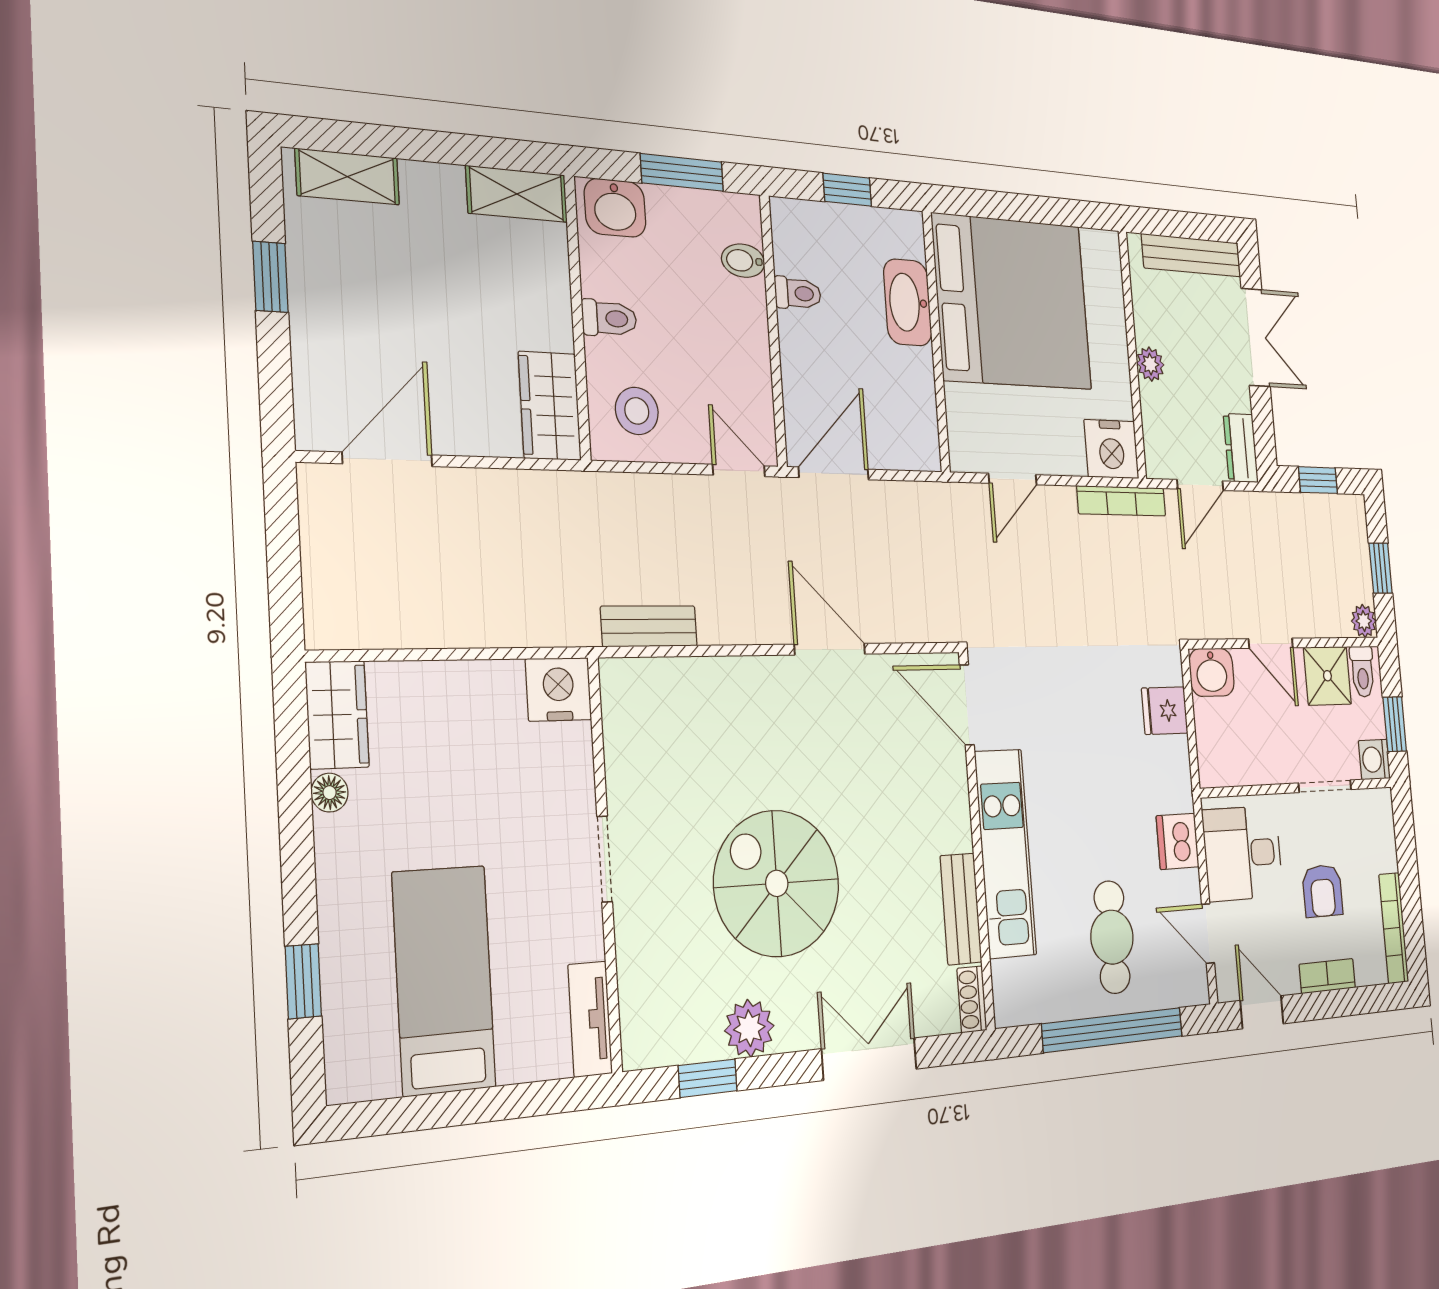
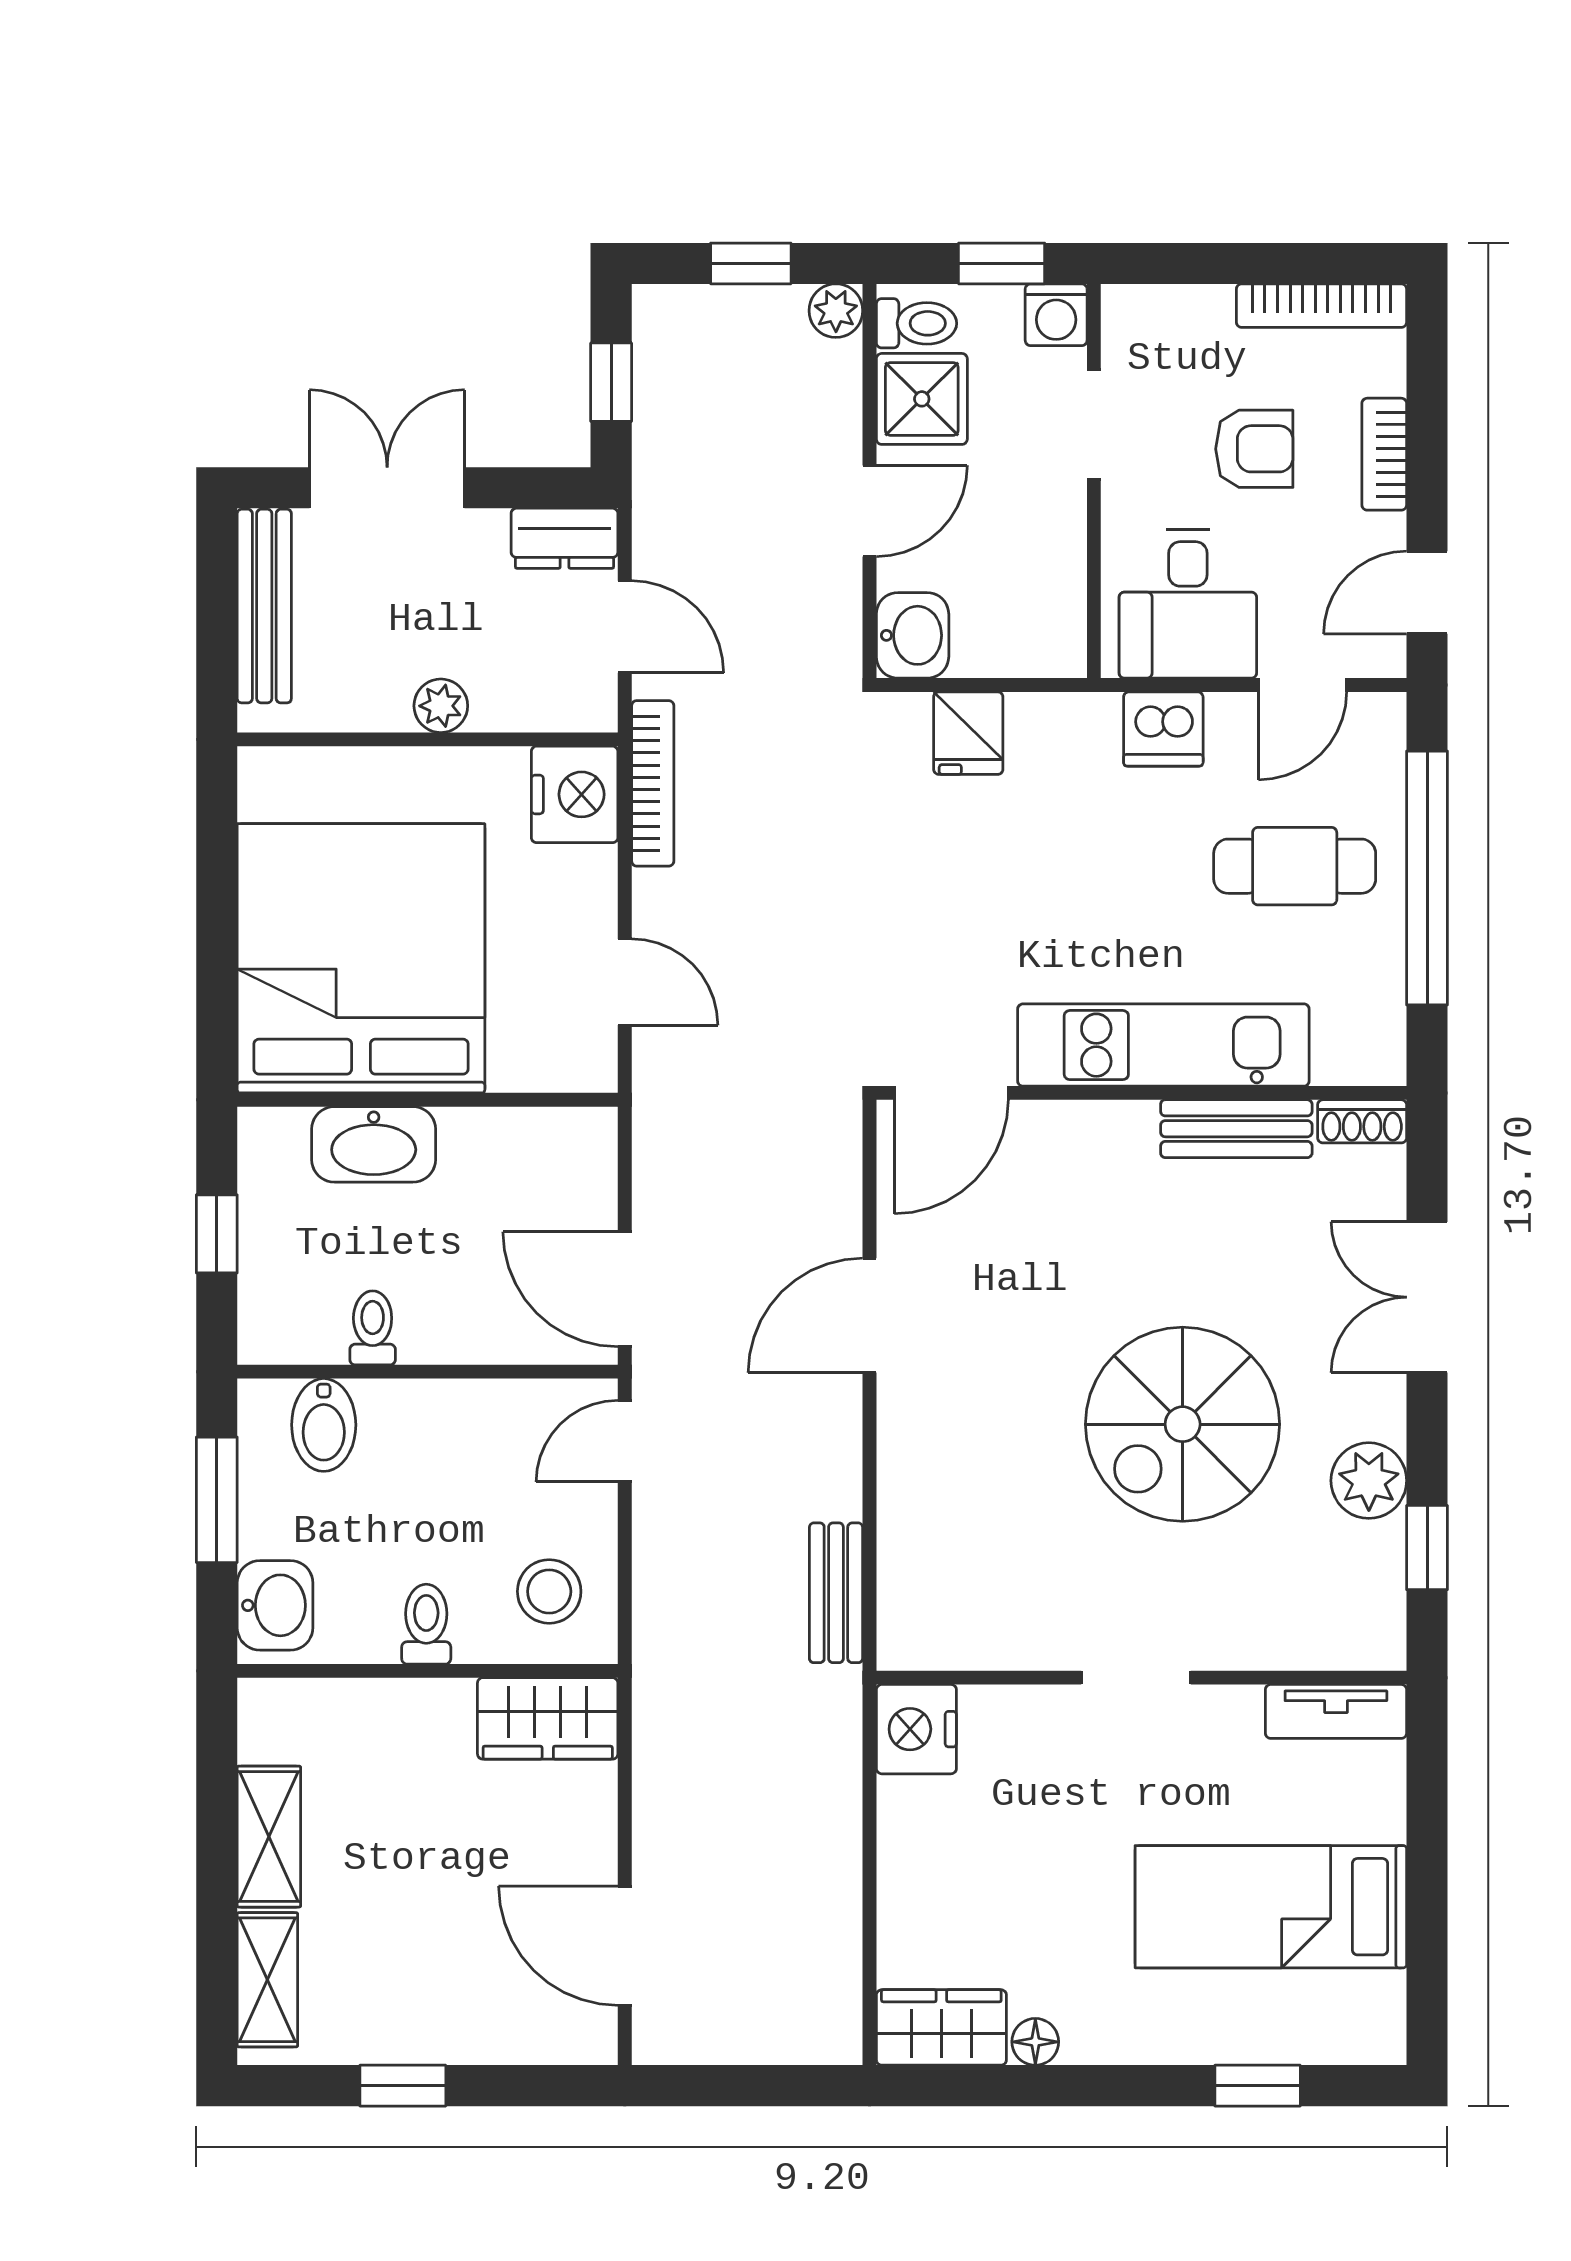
shelving: (517, 194) -> (269, 1837), moved
bidet: (743, 261) -> (324, 1425), width x1.38, depth x1.36

